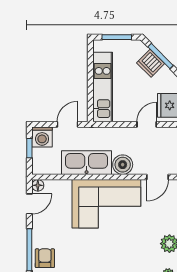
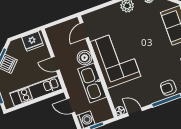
door: (147, 124) -> (55, 64), moved
door: (158, 177) -> (84, 31), swing flipped

